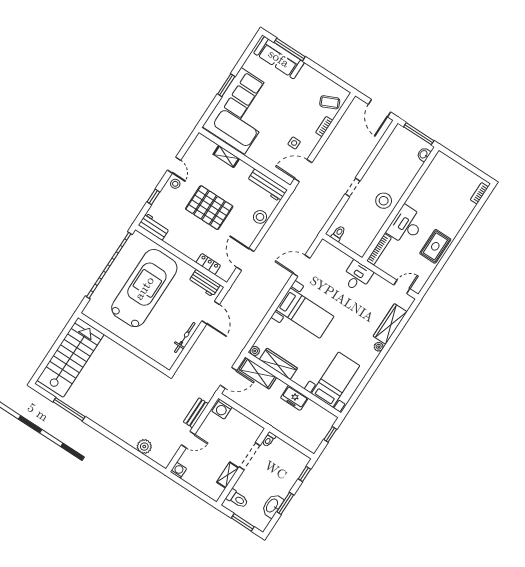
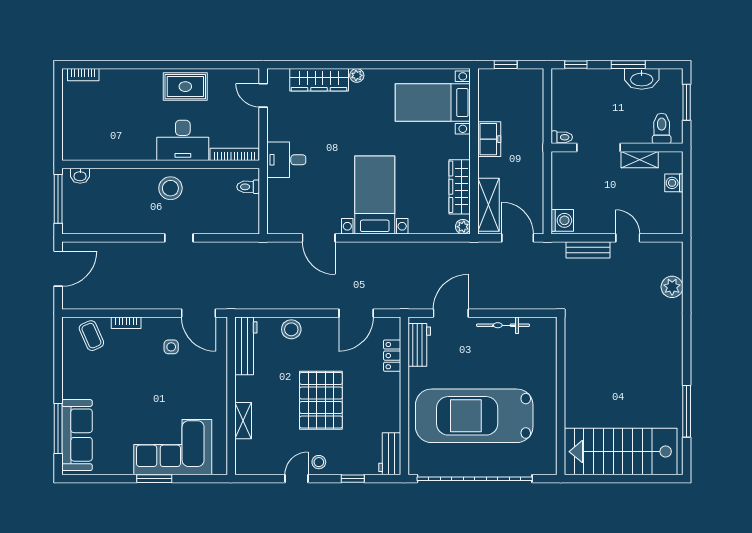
corner sofa: (243, 111) -> (173, 447), width x0.73, depth x0.74
toilet: (338, 233) -> (248, 187), moved
washing machine: (178, 470) -> (674, 183), moved

